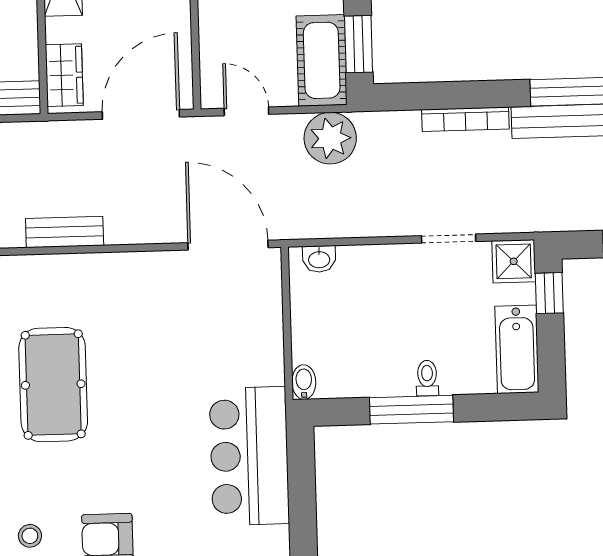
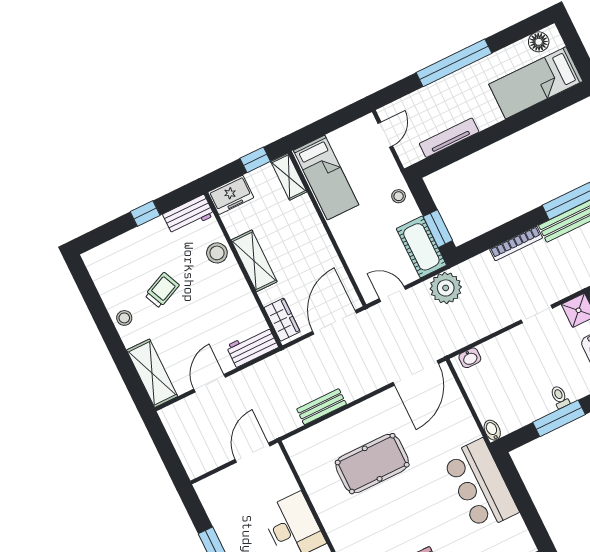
door: (228, 245) -> (416, 373), swing flipped
pool table: (53, 385) -> (372, 464), moved, turned 90

